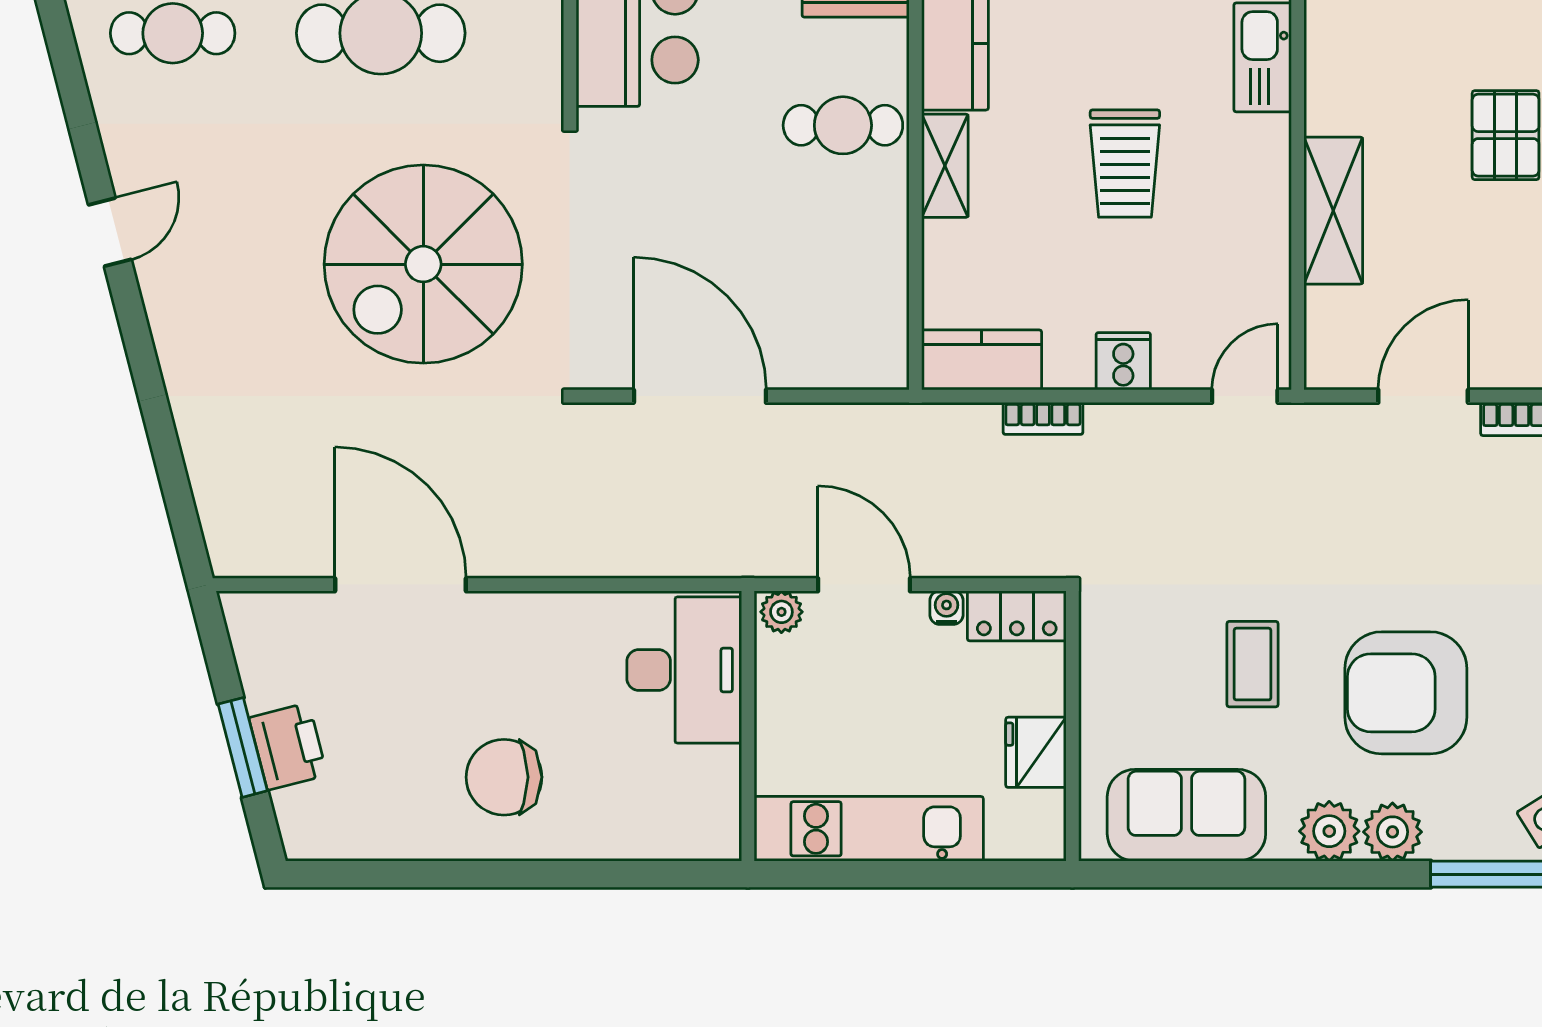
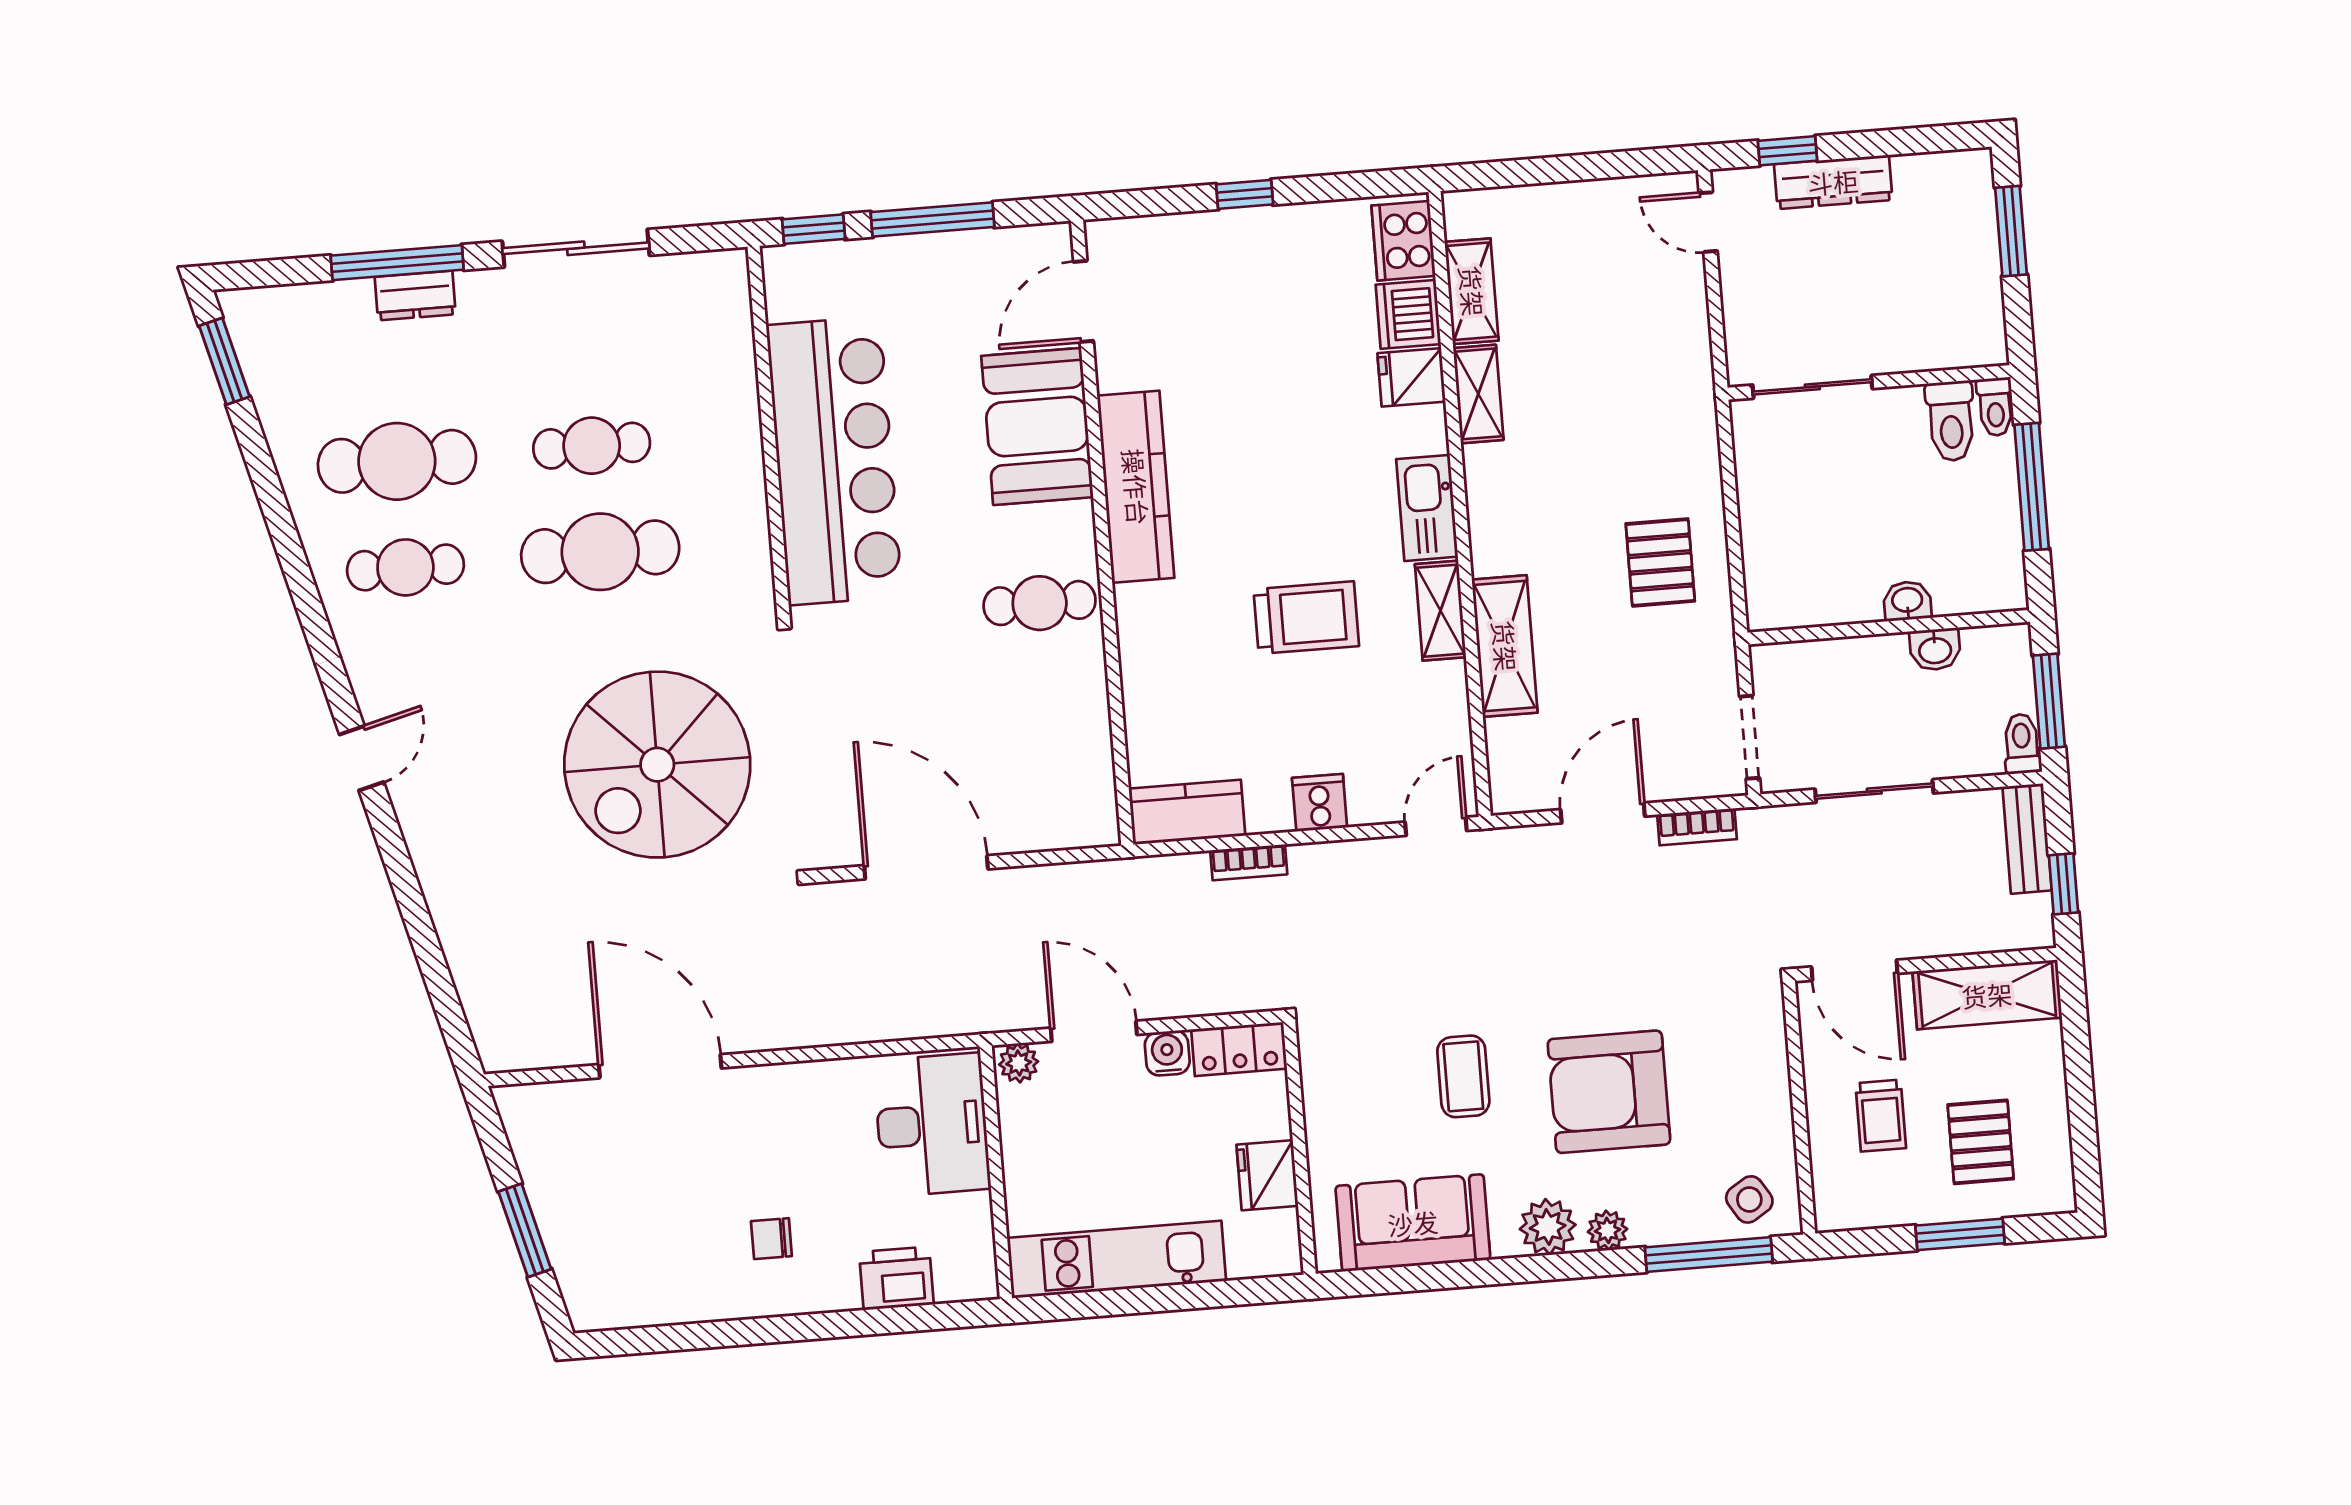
trolley: (1125, 163) -> (1306, 618), turned -90
shelving: (945, 166) -> (1440, 611), moved
water cooler: (946, 608) -> (1167, 1053), width x1.38, depth x1.38
printer: (288, 746) -> (896, 1278), moved, turned -76
chair: (504, 777) -> (771, 1239), width x0.54, depth x0.54
plant: (1392, 832) -> (1608, 1230), width x0.73, depth x0.73

